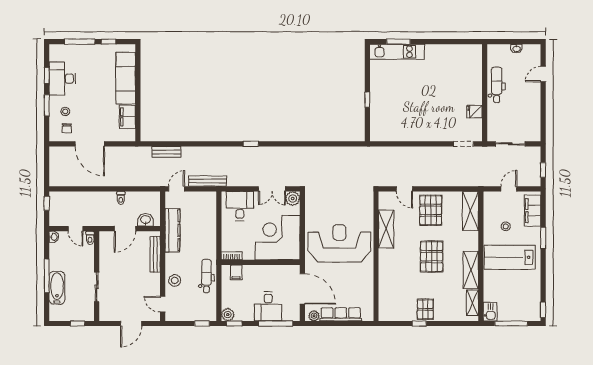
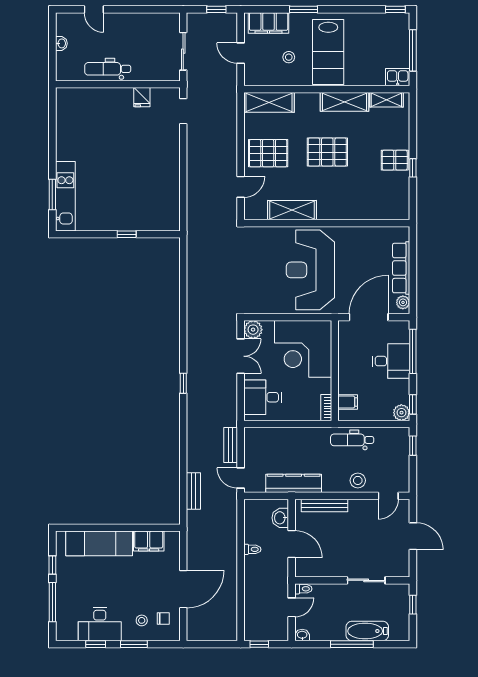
bench: (208, 181) -> (231, 445), width x0.73

